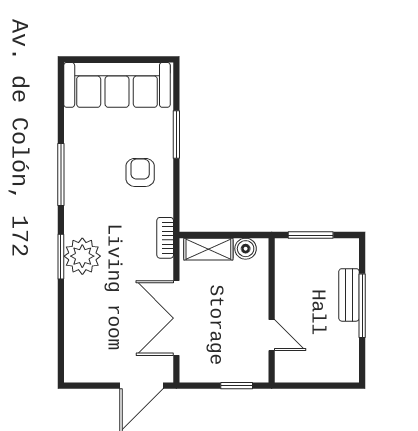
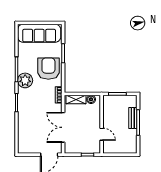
armchair: (140, 172) -> (48, 69), width x1.88, depth x1.88
plant: (82, 256) -> (25, 80), moved

